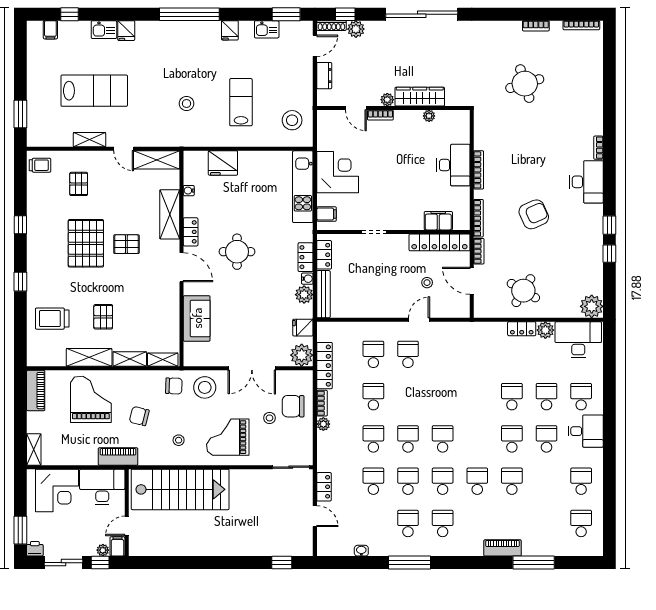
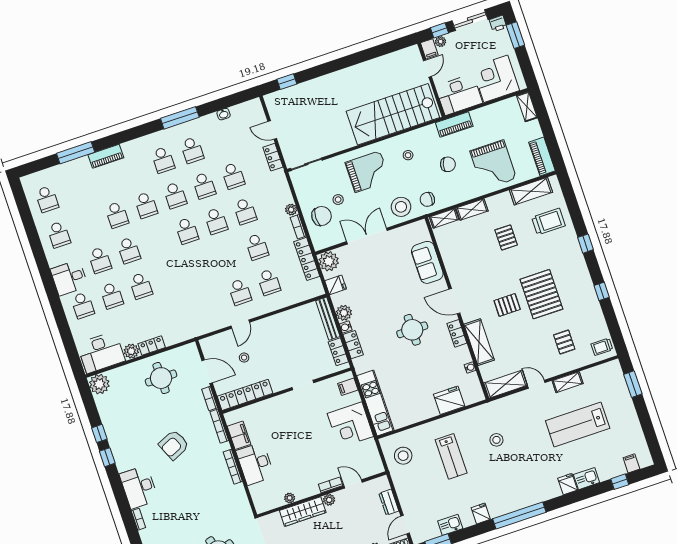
filing cabinet: (438, 221) -> (239, 435), moved, turned -90
round table: (523, 291) -> (161, 378), turned -31
shelving: (89, 357) -> (531, 191), moved

